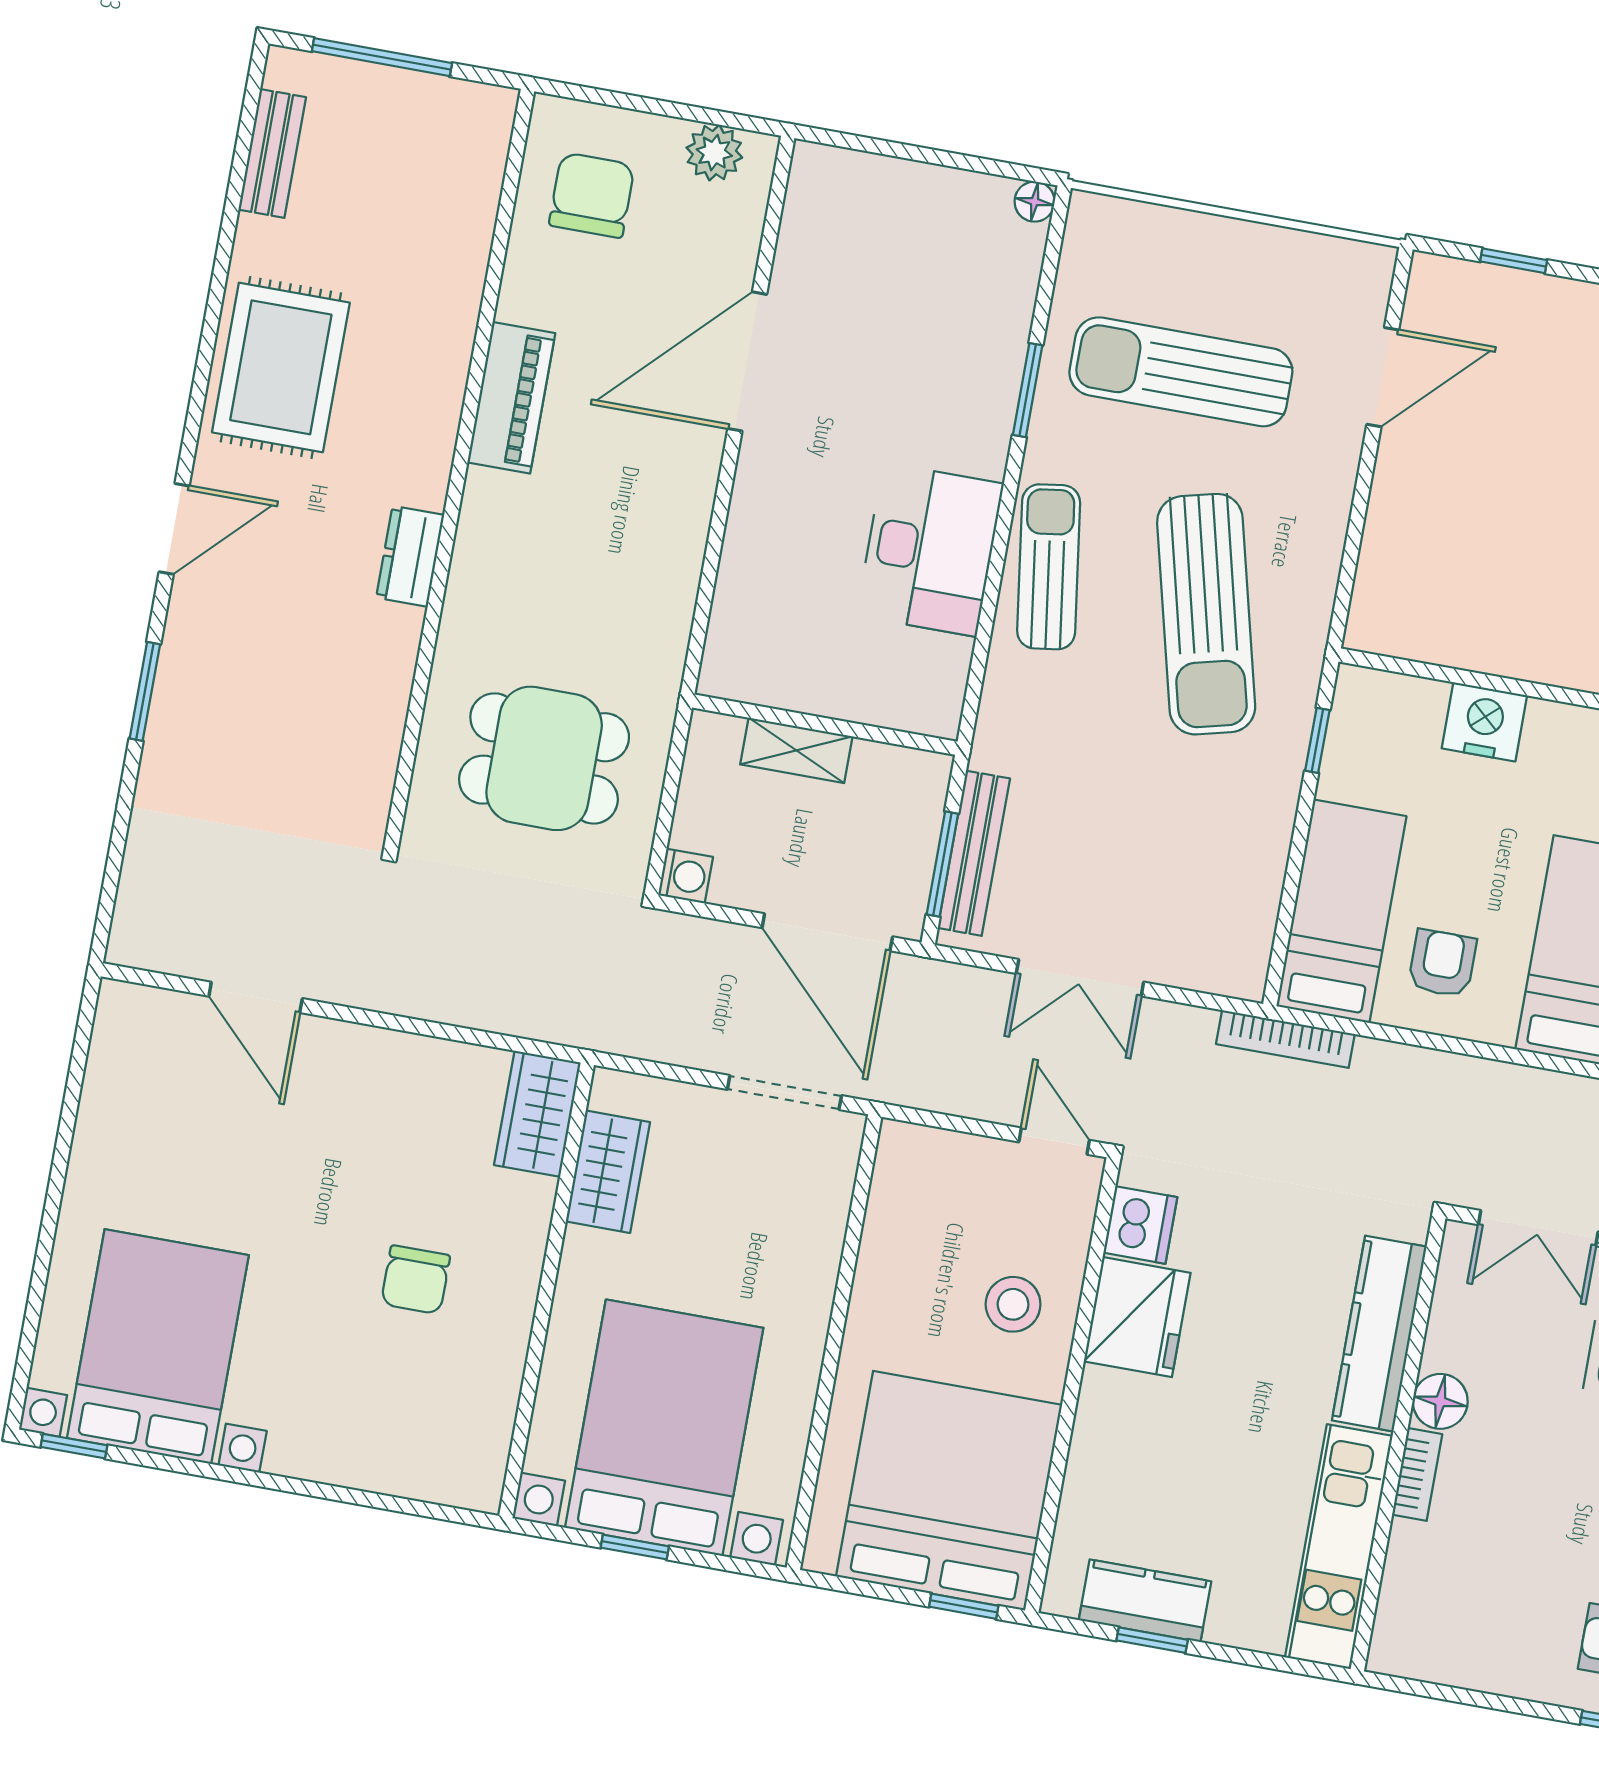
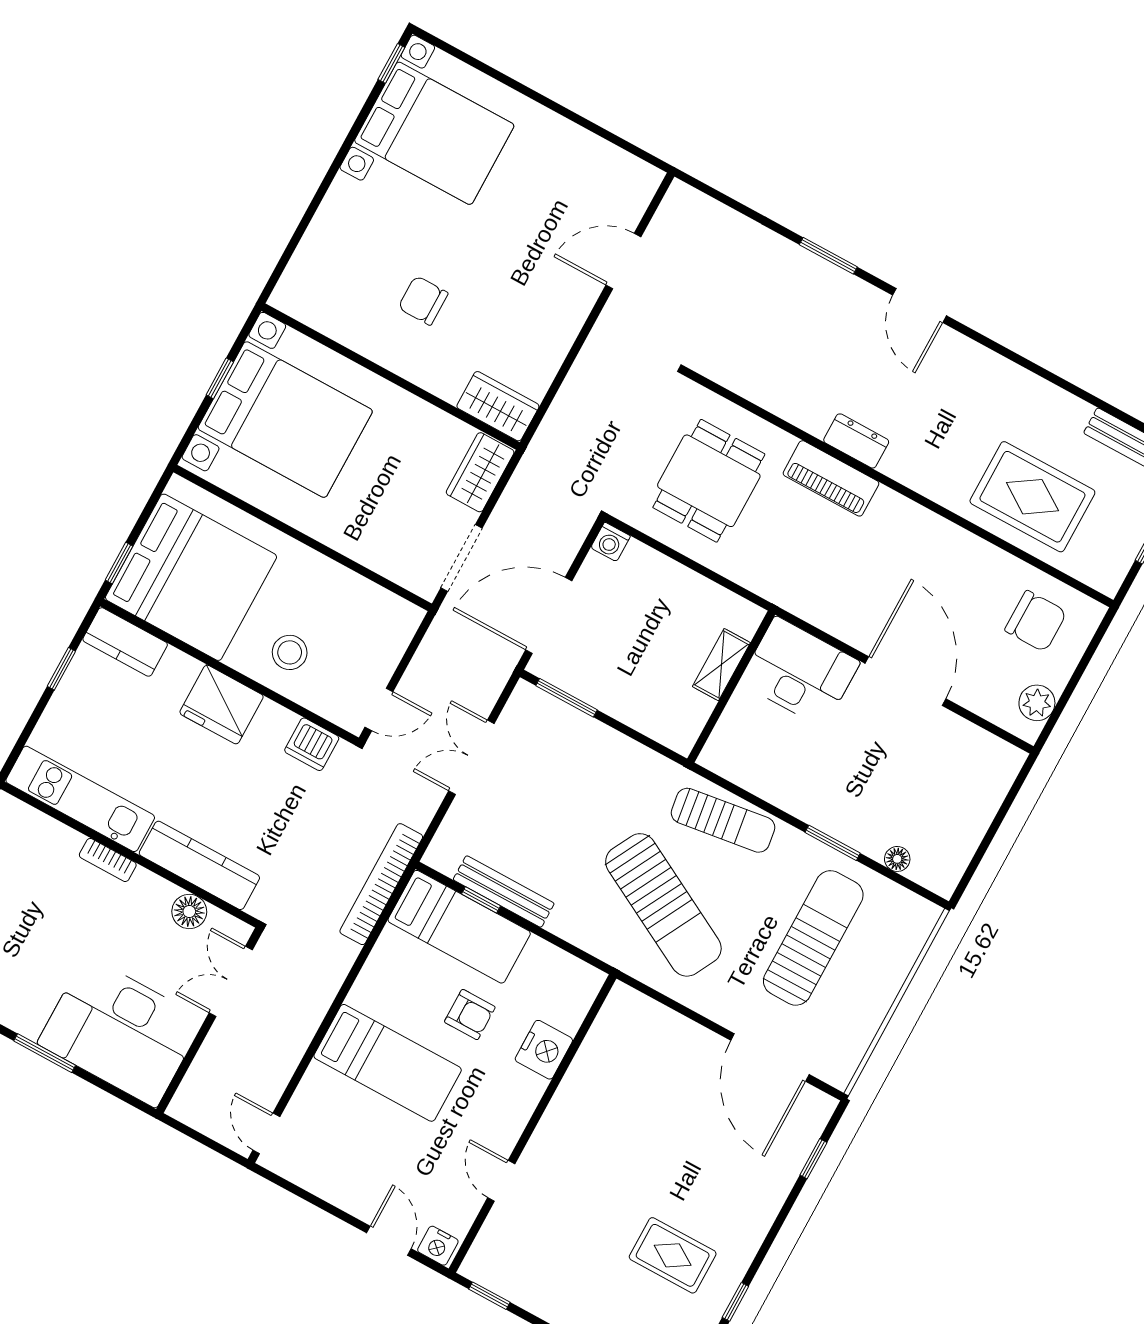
floor lamp: (1035, 202) -> (897, 859), moved
rug: (281, 367) -> (1032, 497), moved
door: (1383, 377) -> (770, 1057), width x1.36
piano: (511, 398) -> (831, 478), moved
desk: (930, 550) -> (800, 672), moved, turned 180
sun lounger: (1206, 614) -> (663, 905), turned -138
wall: (825, 725) -> (731, 687), moved
window: (1317, 740) -> (481, 900), moved
shelving: (796, 750) -> (721, 665), moved
bench: (974, 853) -> (504, 892), moved
armchair: (1442, 963) -> (470, 1015), moved
bookcase: (1285, 1039) -> (381, 884), width x1.48, depth x1.31
wardrobe: (608, 1172) -> (480, 472), moved, turned 90
fridge: (1137, 1317) -> (222, 705), moved
floor lamp: (1440, 1401) -> (189, 911), moved
kitchen counter: (1145, 1601) -> (125, 642), moved, turned 90

